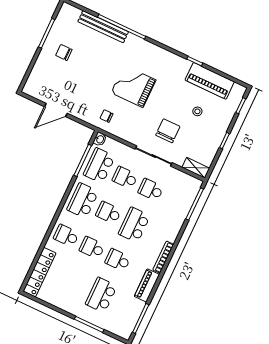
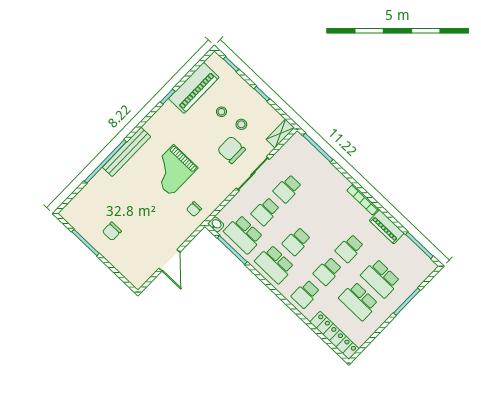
bench: (103, 27) -> (127, 152), moved
stool: (192, 132) -> (241, 124), added
school desk: (134, 225) -> (359, 301), moved

